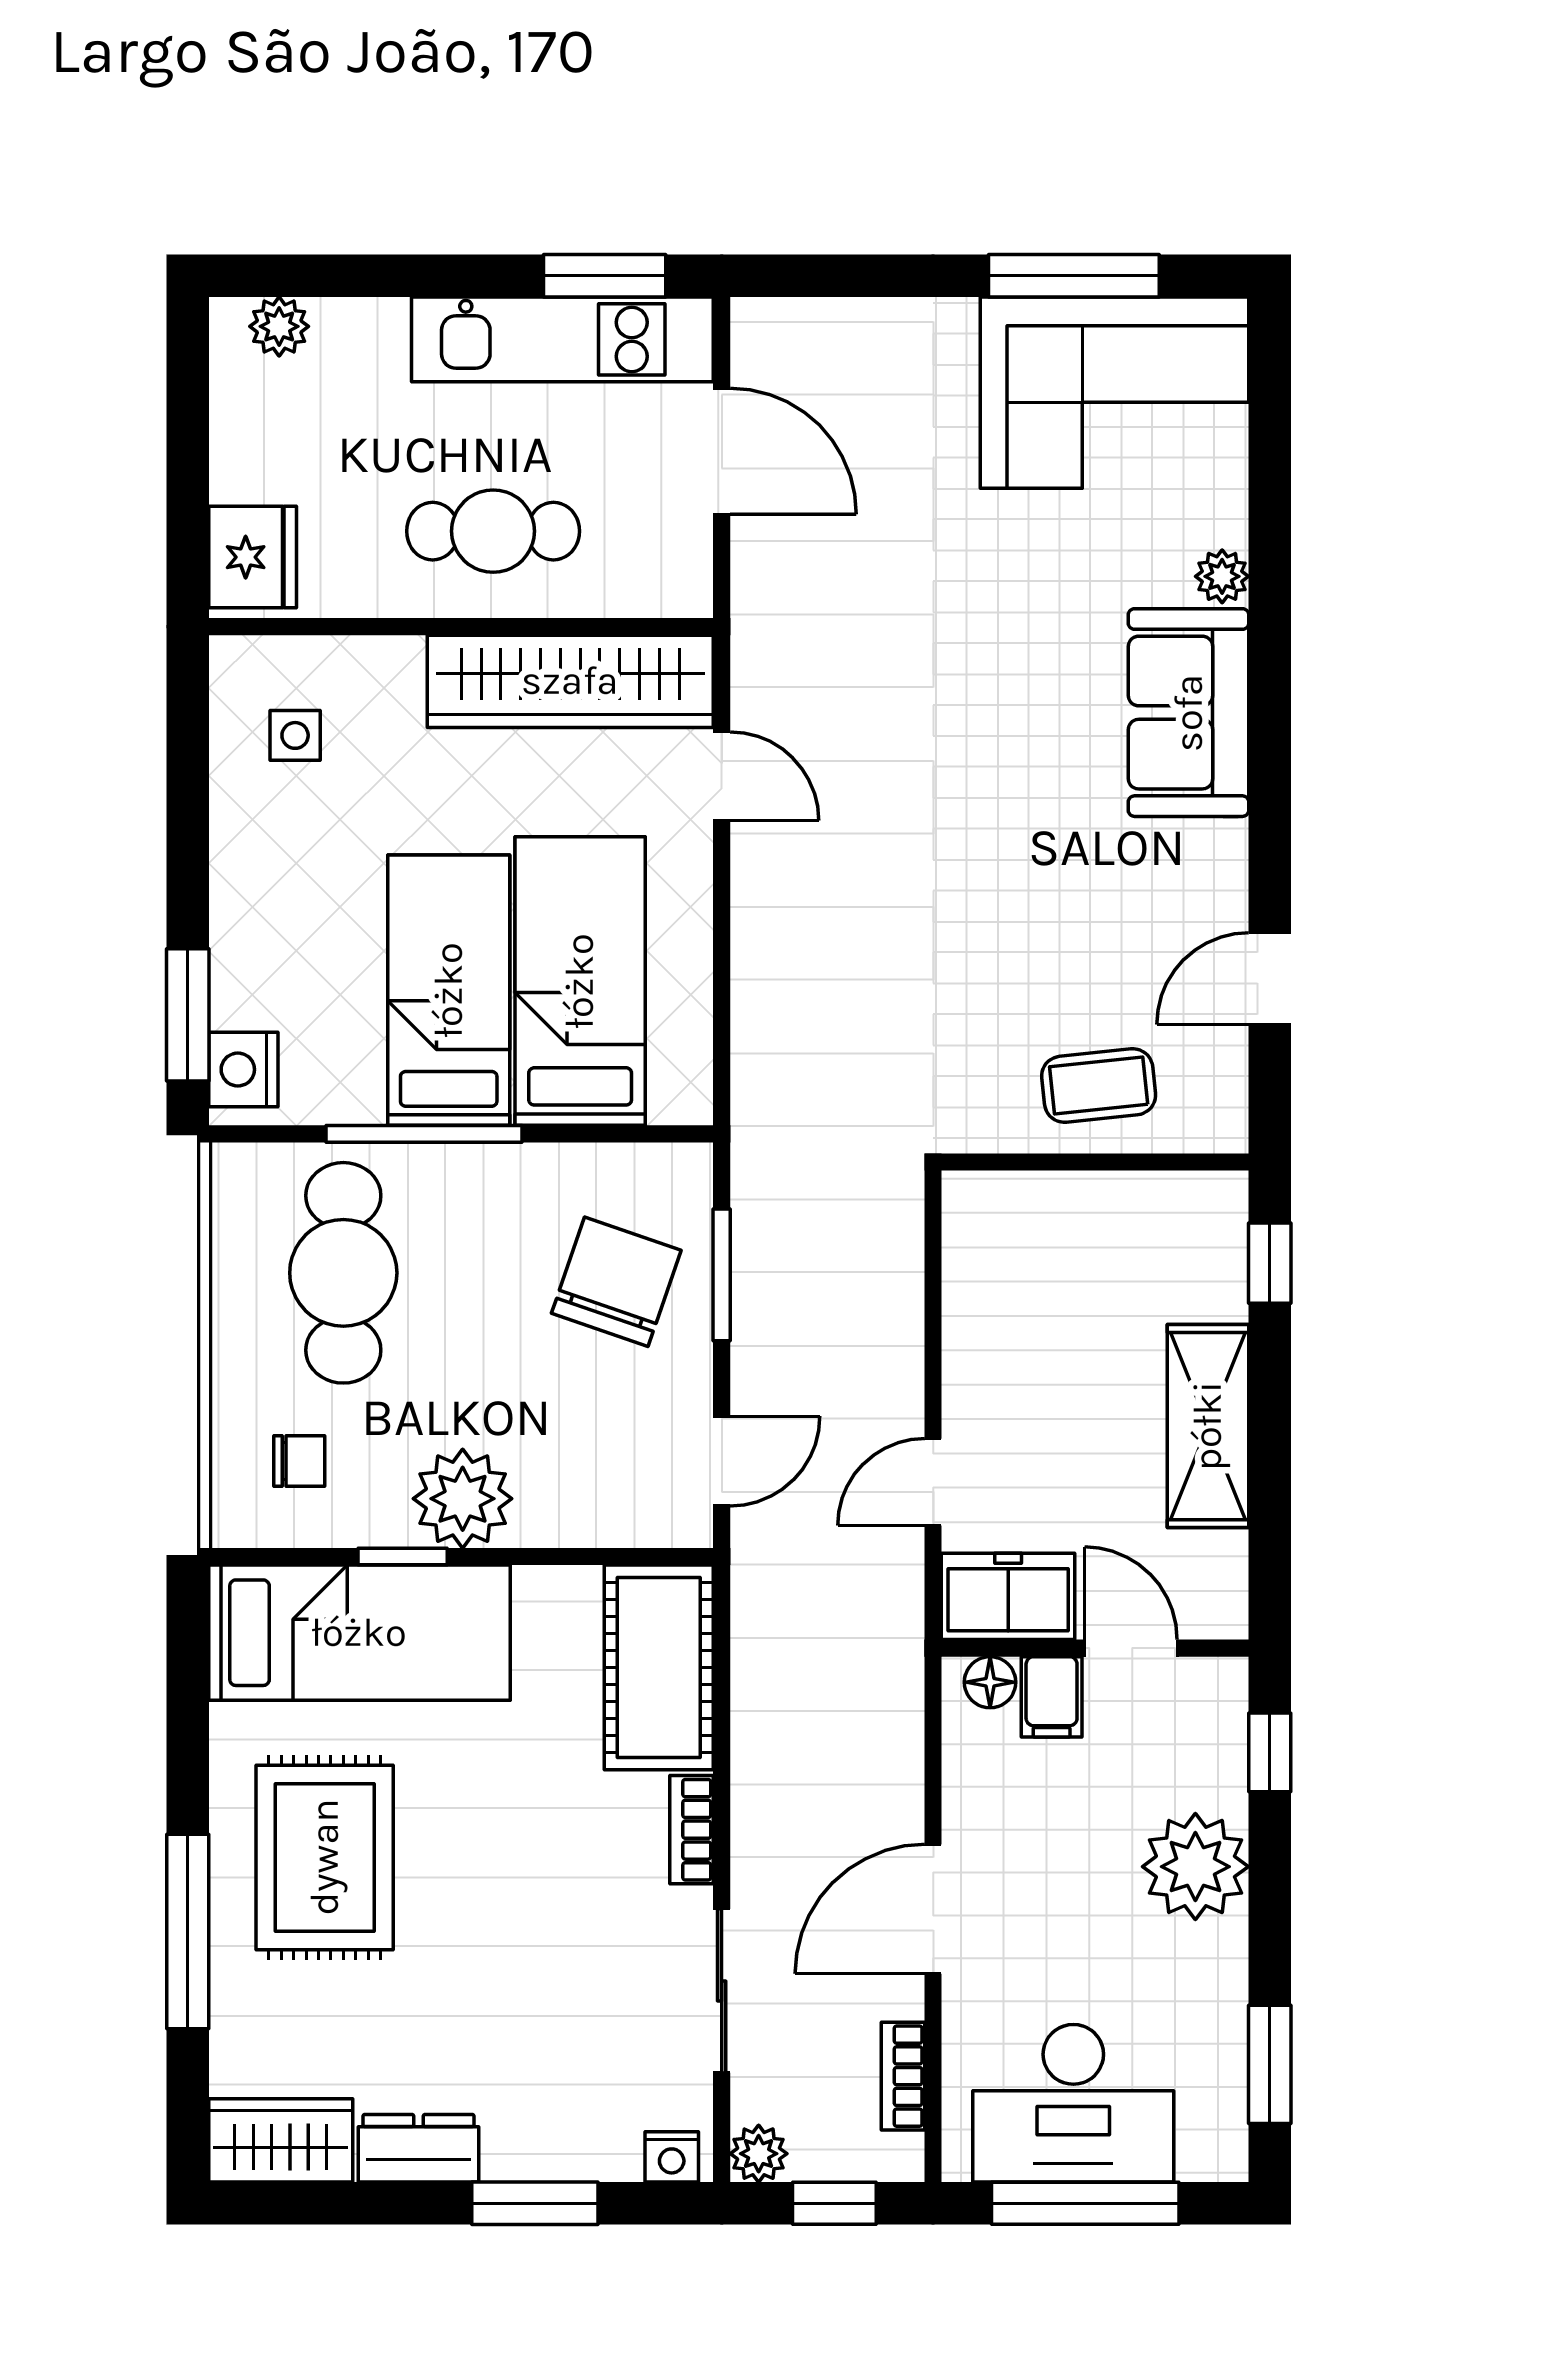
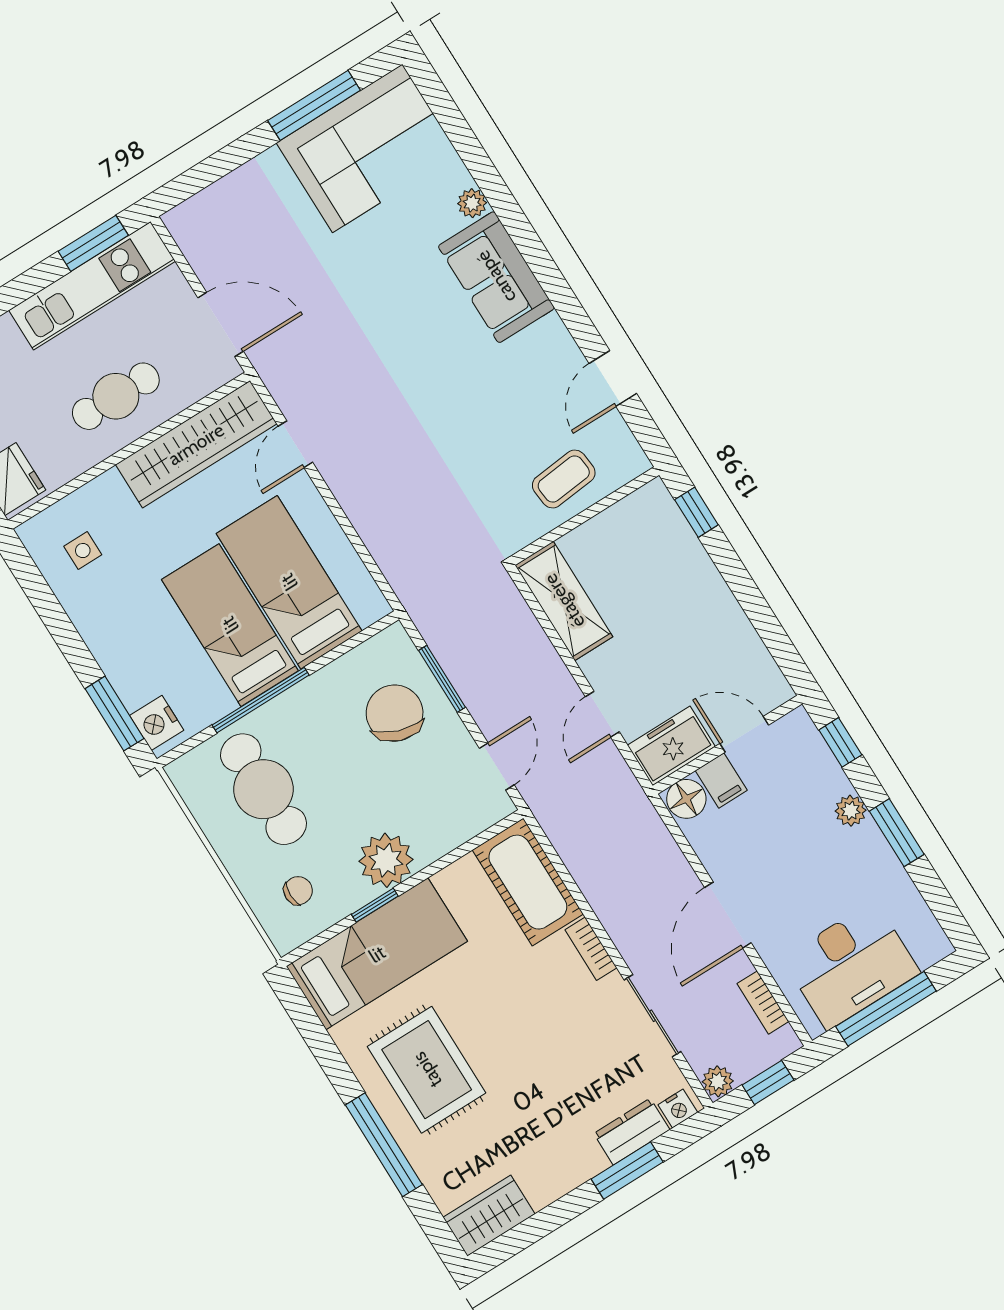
door: (722, 451) -> (221, 324), moved
door: (722, 776) -> (295, 444), swing flipped
shelving: (1208, 1426) -> (564, 601), moved
floor lamp: (990, 1682) -> (686, 799), width x1.37, depth x1.37
plant: (1195, 1867) -> (851, 811), width x0.53, depth x0.53
window: (1270, 2064) -> (897, 833), moved
dresser: (418, 2148) -> (632, 1132), moved

